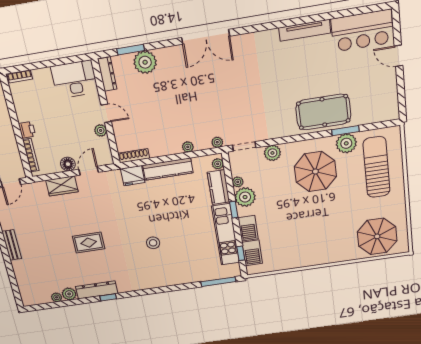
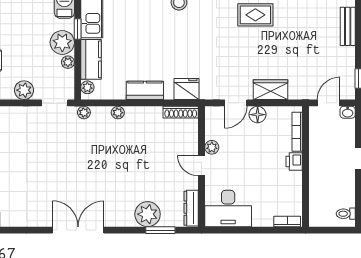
kitchen counter: (168, 169) -> (145, 90), width x0.67

